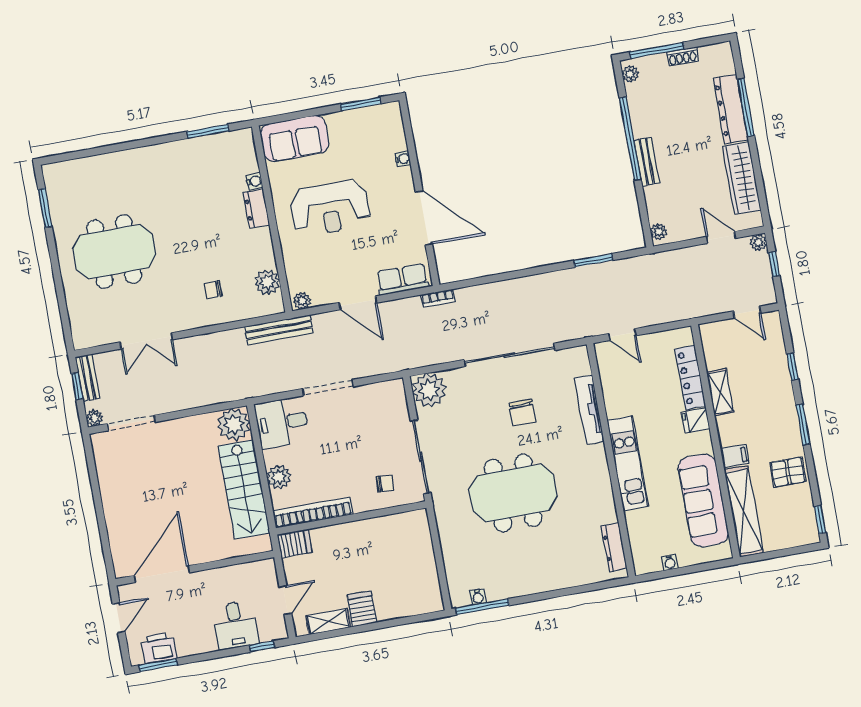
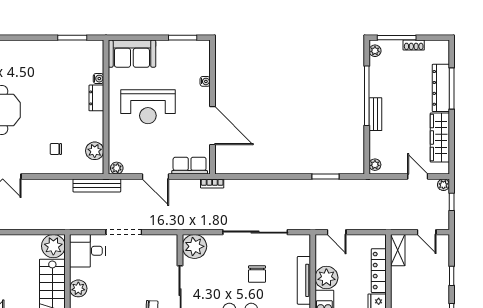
shelving: (720, 392) -> (398, 250), moved
plant: (620, 400) -> (326, 278), added

